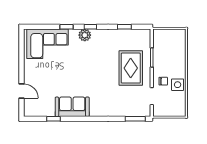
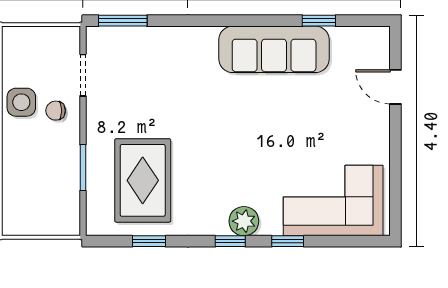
rug: (131, 68) -> (143, 180), moved
sofa: (72, 107) -> (274, 49), width x1.36

